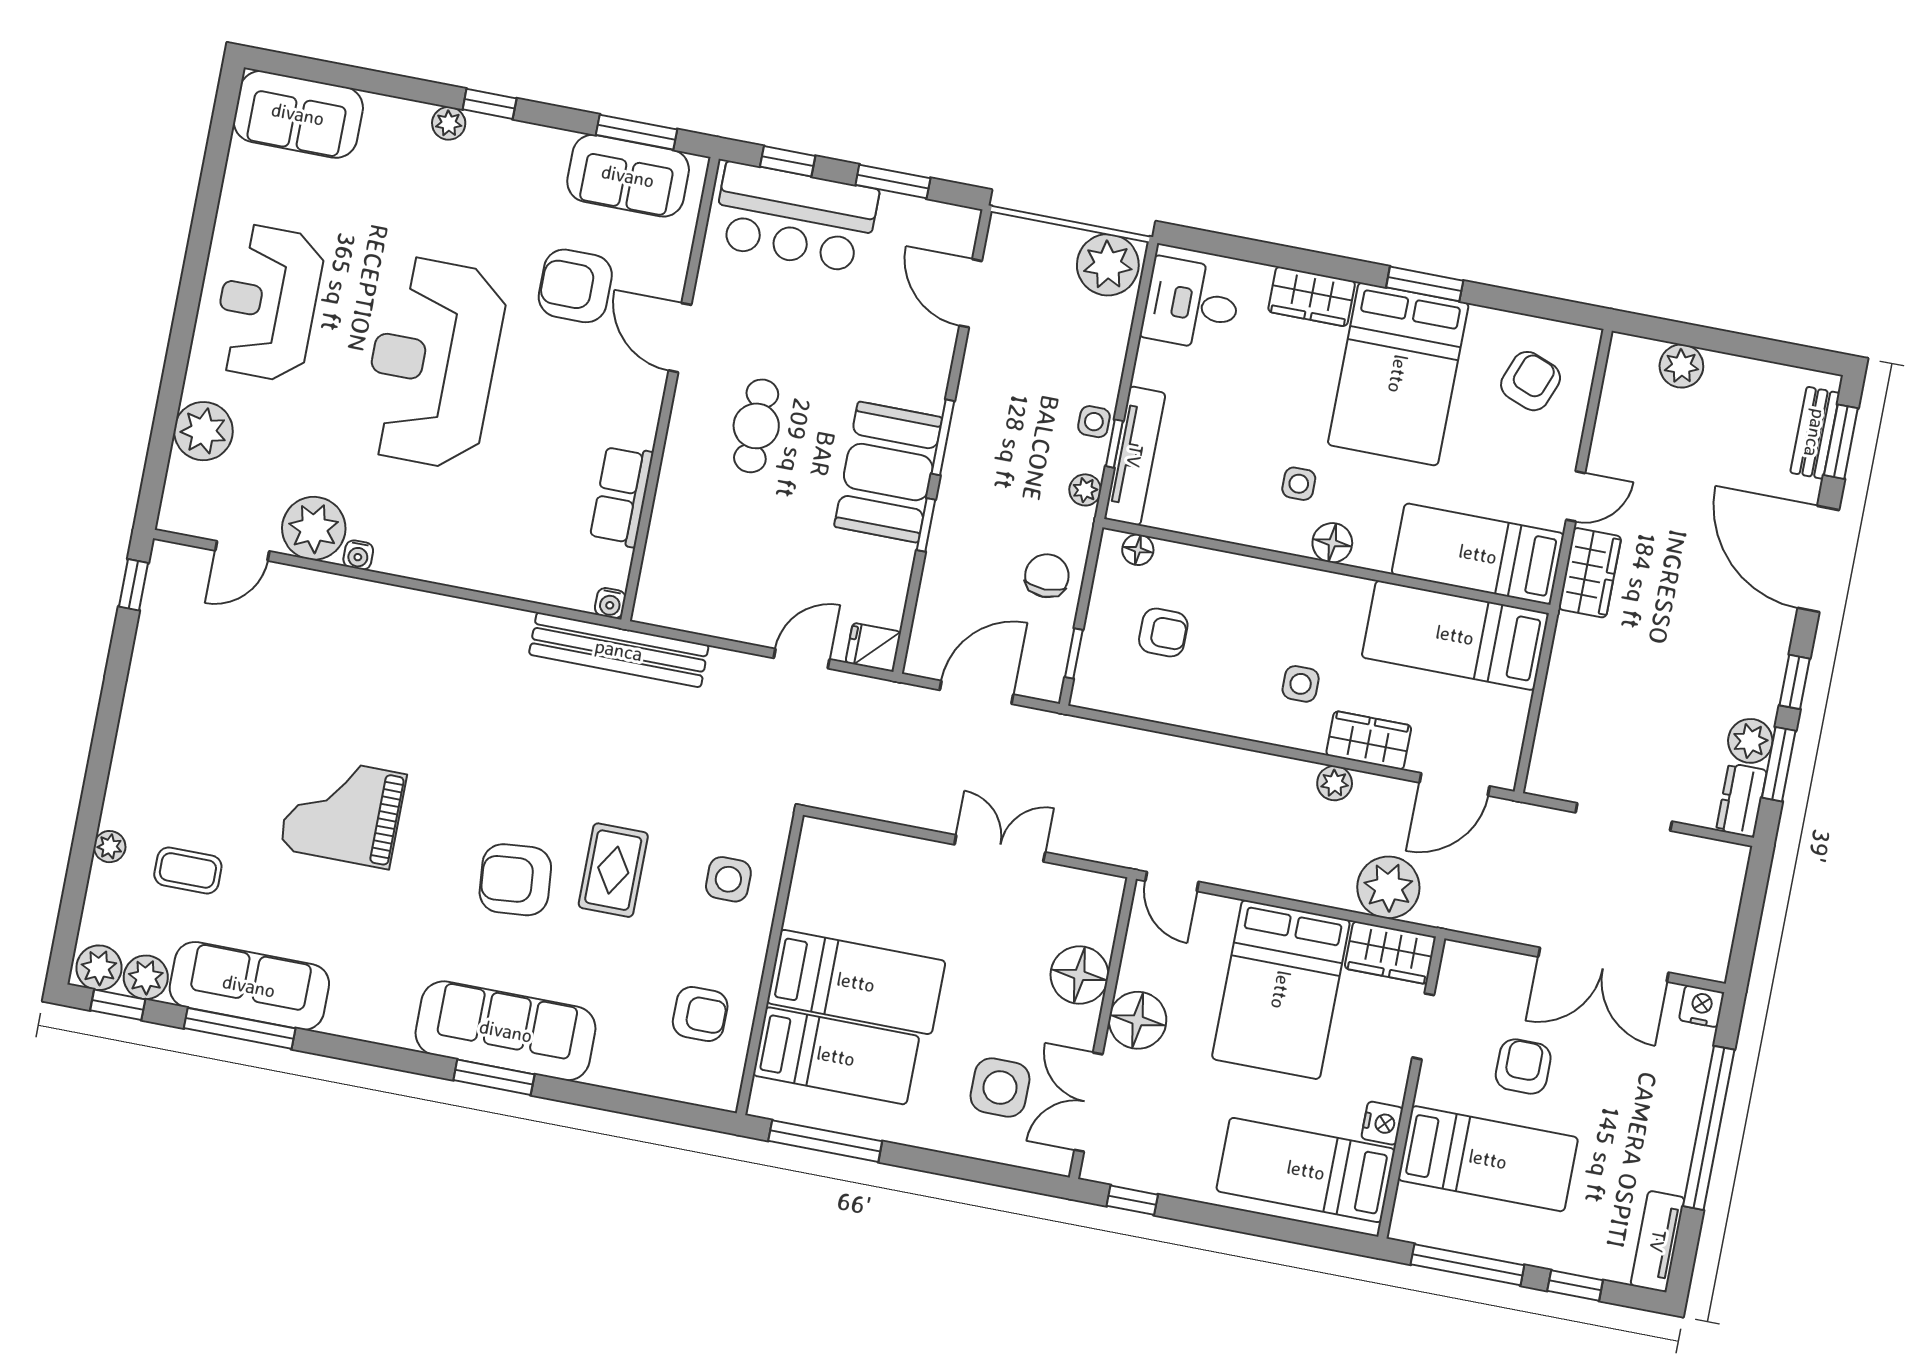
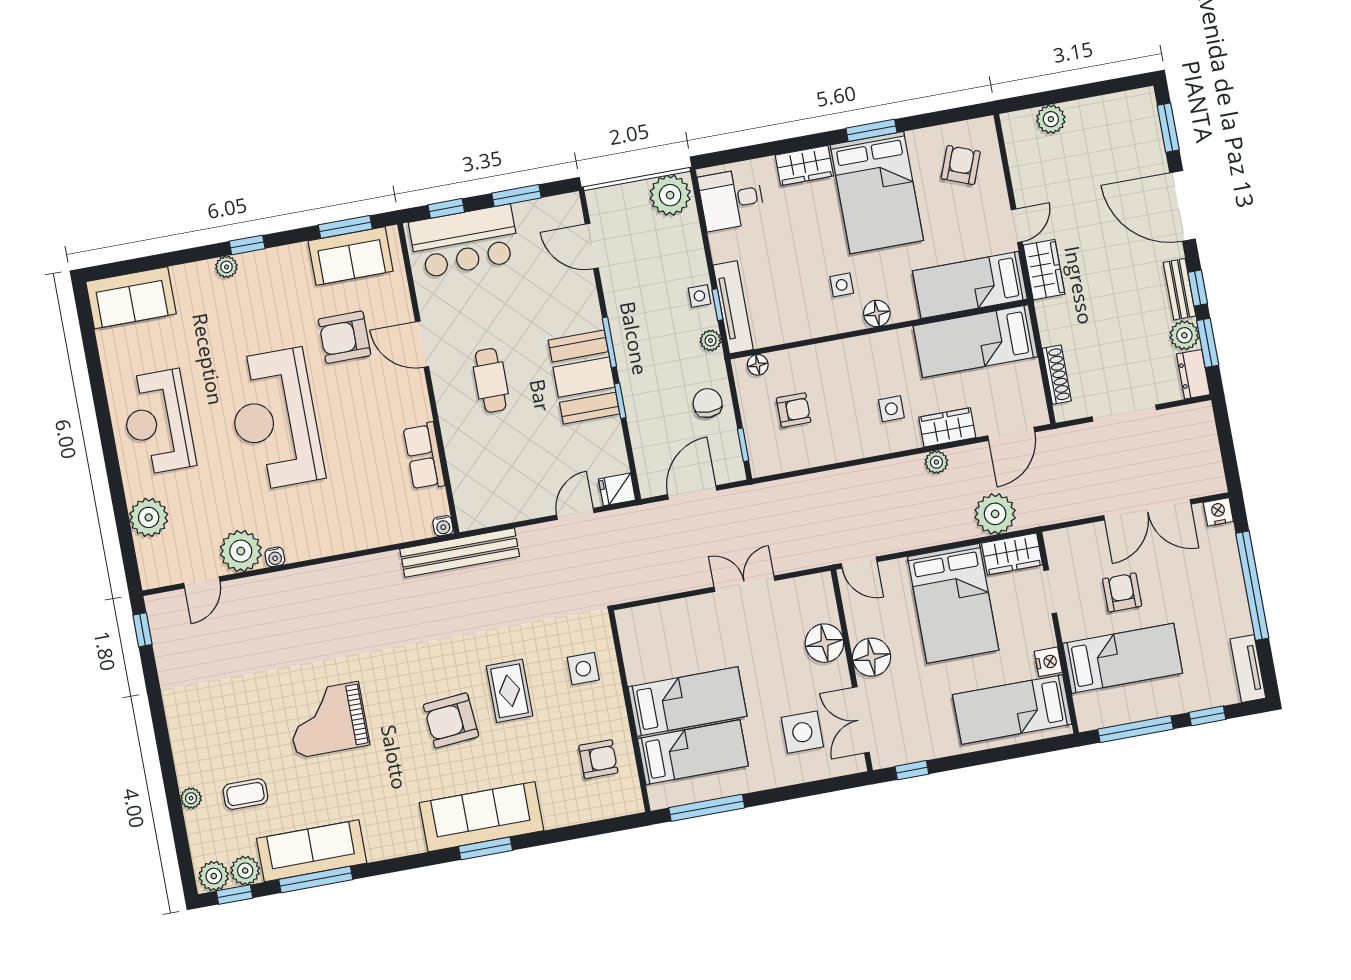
bench: (1815, 433) -> (1179, 289), moved
shoe rack: (1550, 726) -> (1057, 375), added

